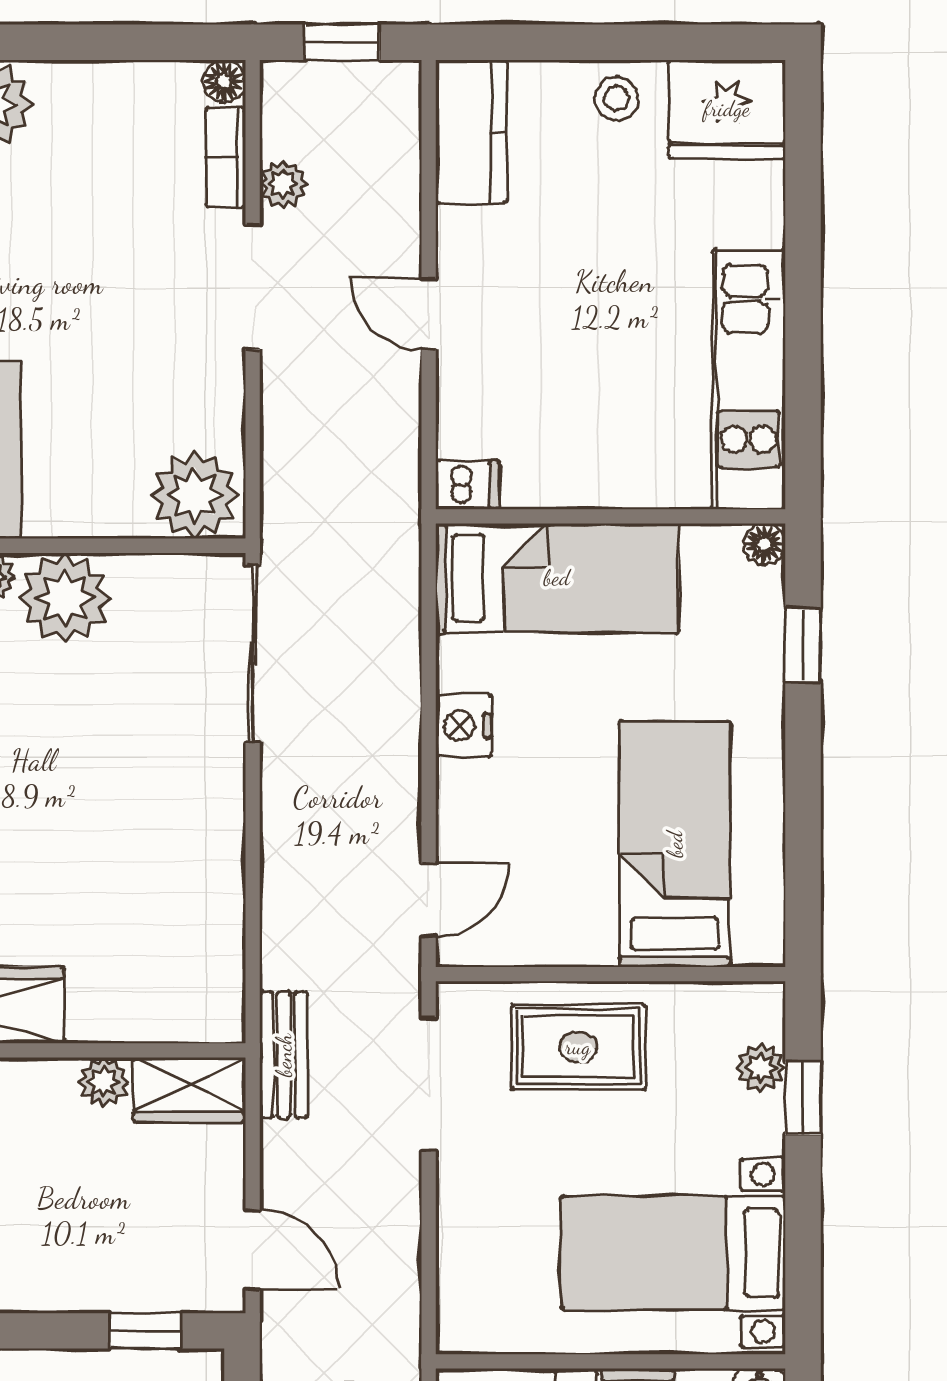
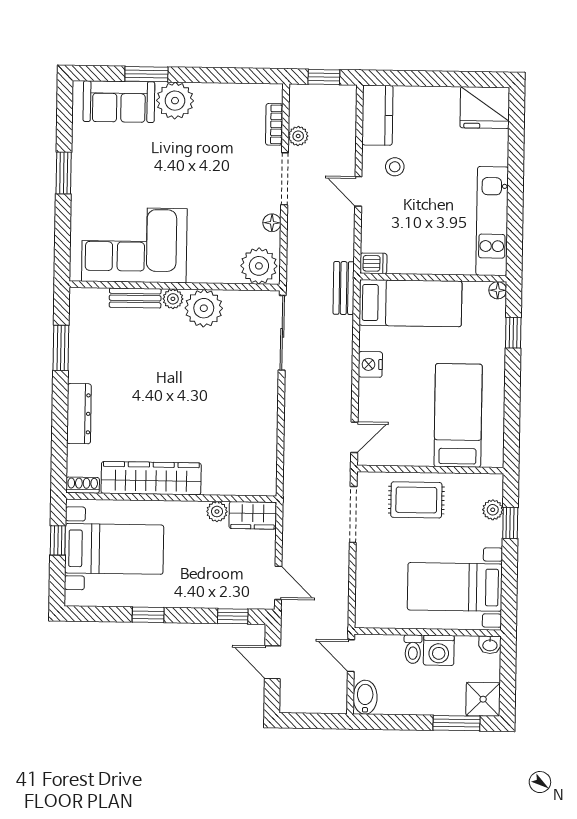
floor lamp: (224, 81) -> (272, 223), moved
stool: (616, 98) -> (395, 167), moved
bench: (284, 1055) -> (344, 288), moved

